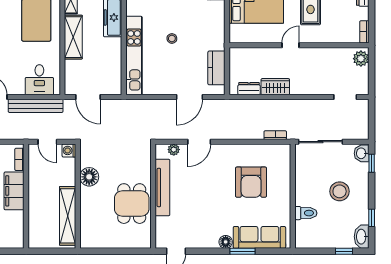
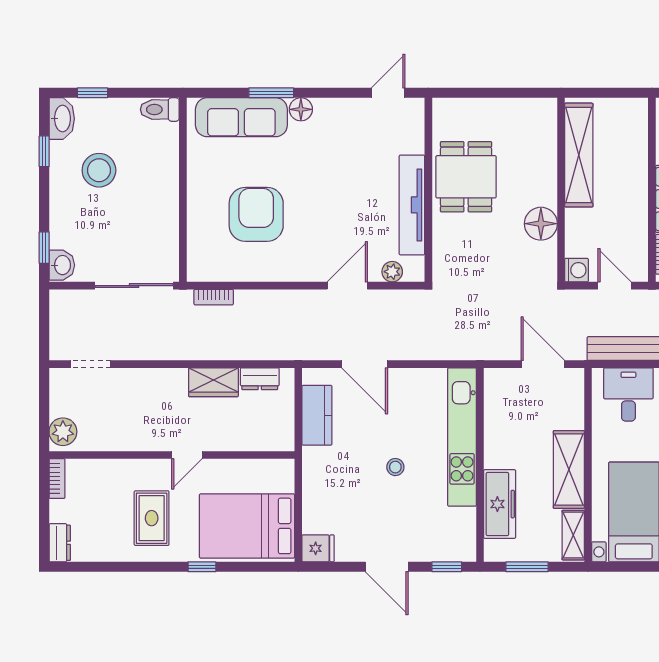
door: (189, 97) -> (365, 364), swing flipped
stool: (340, 191) -> (99, 170), moved
toilet: (306, 213) -> (160, 109), moved

